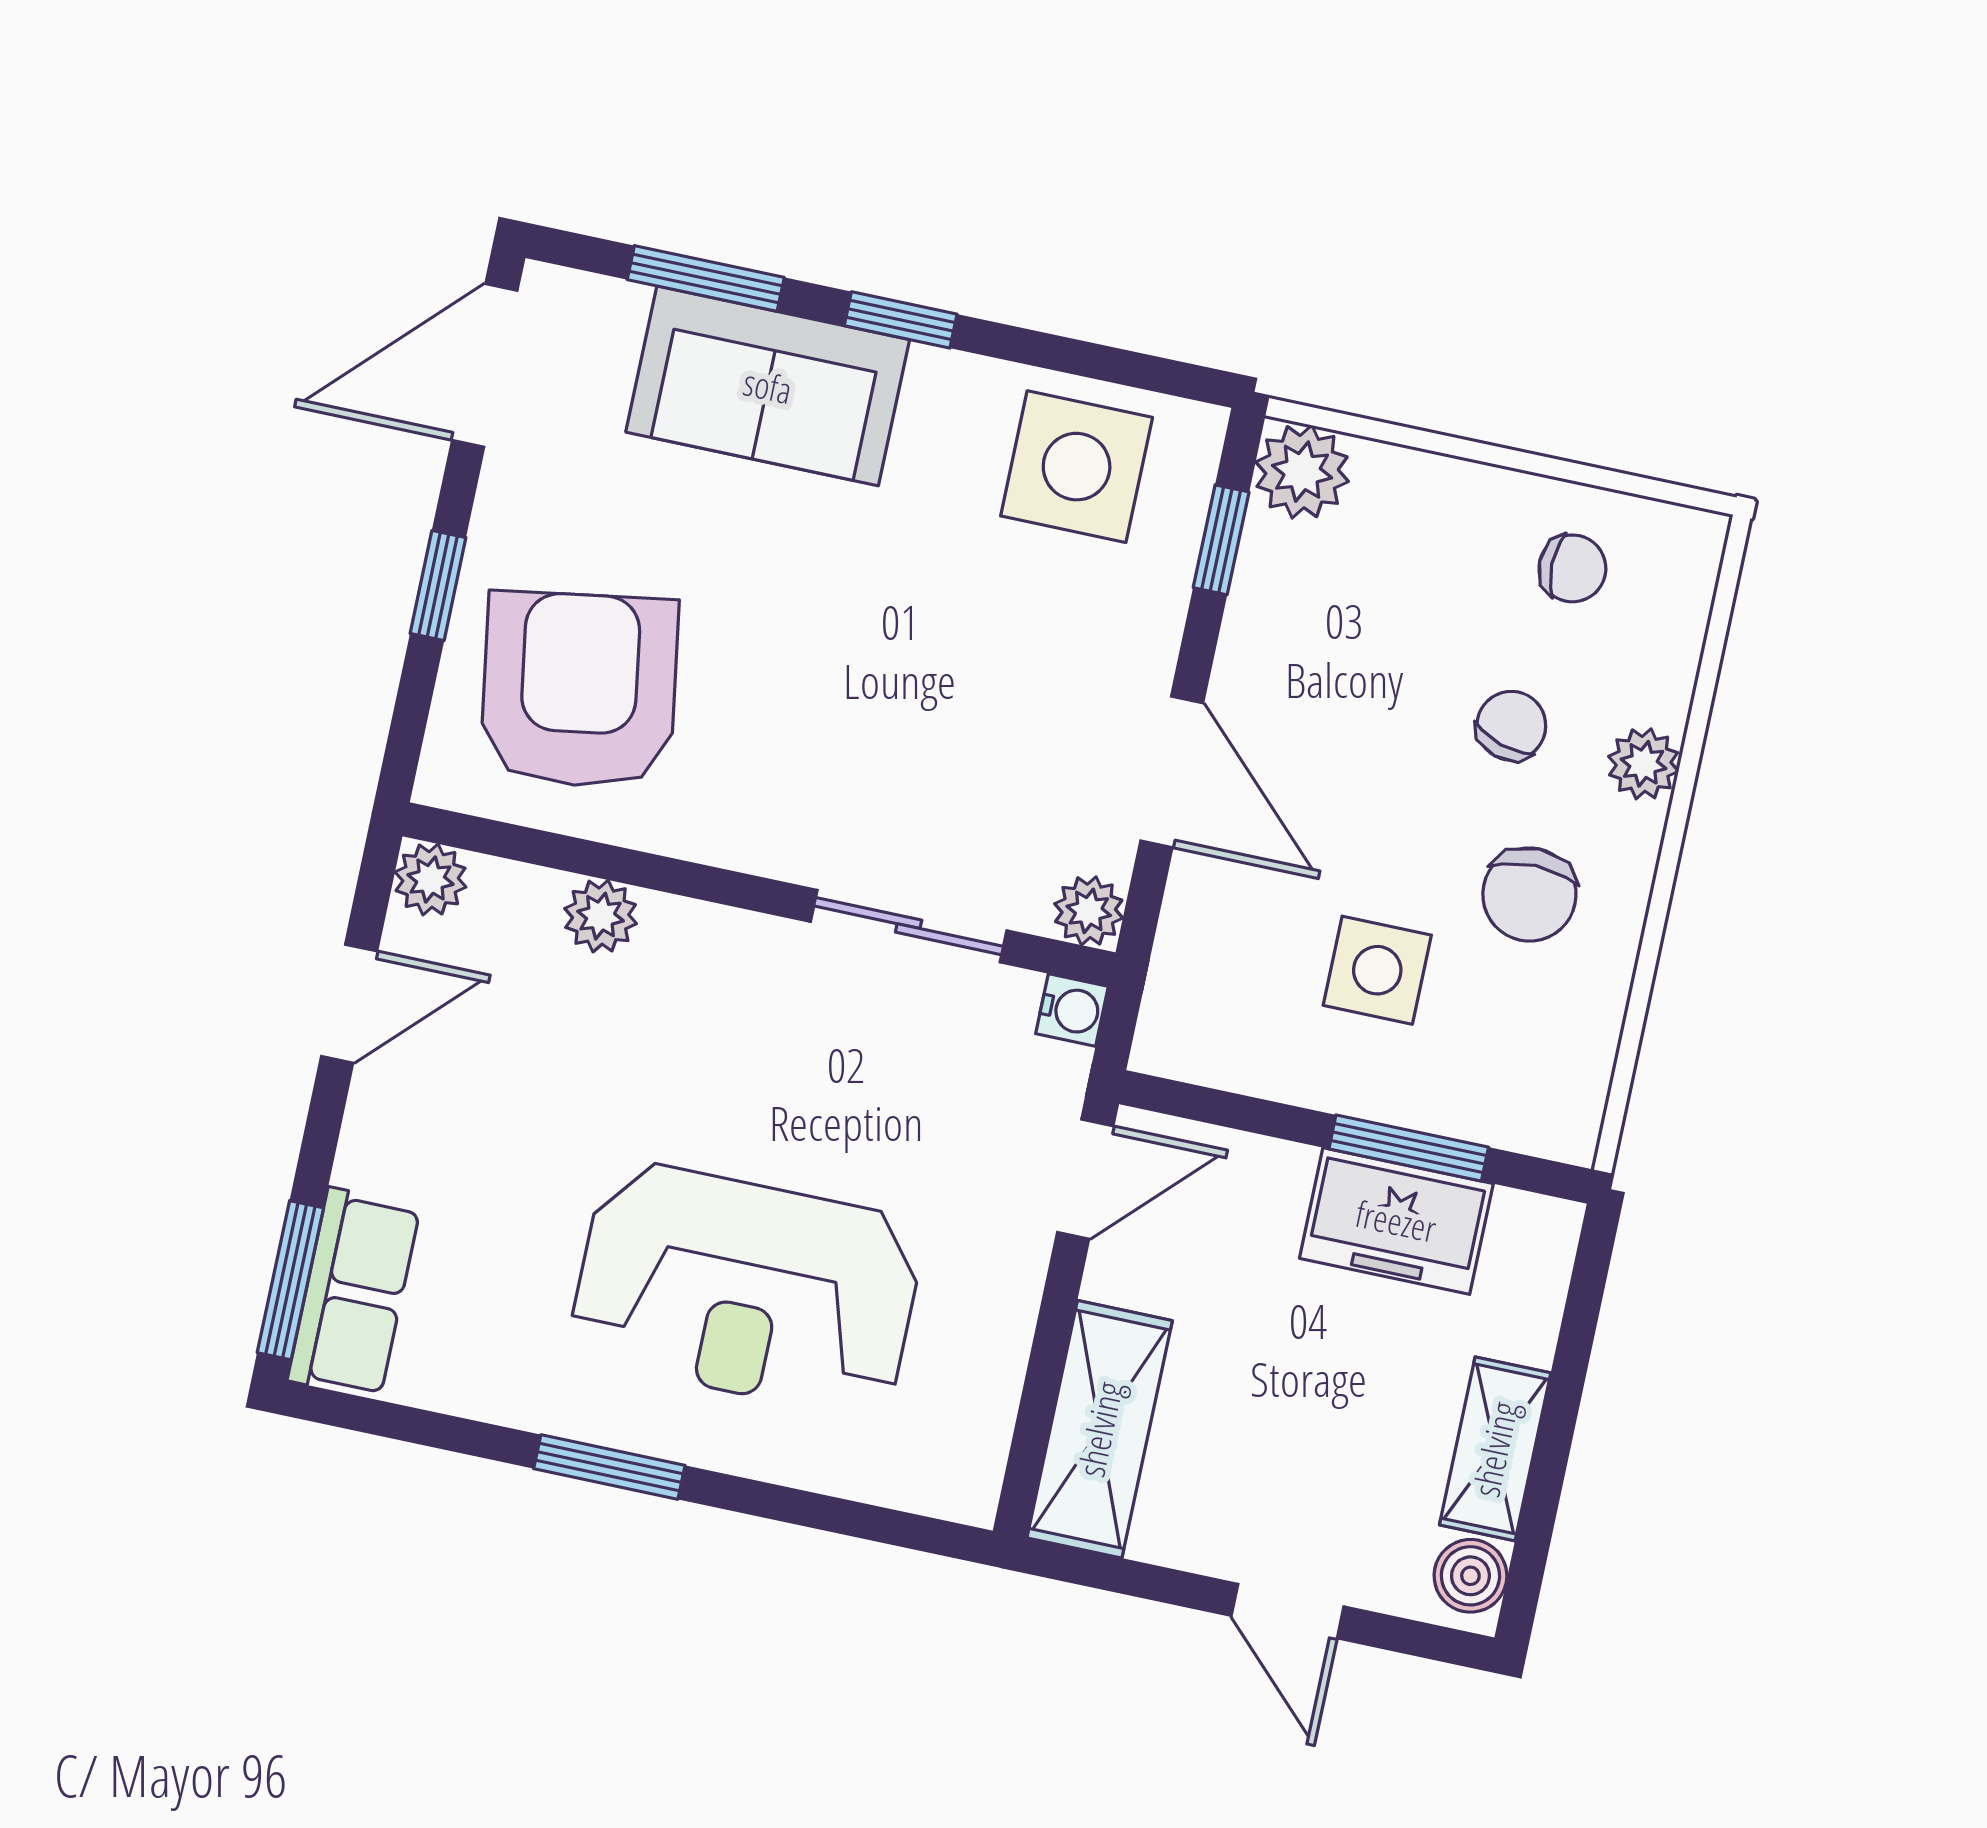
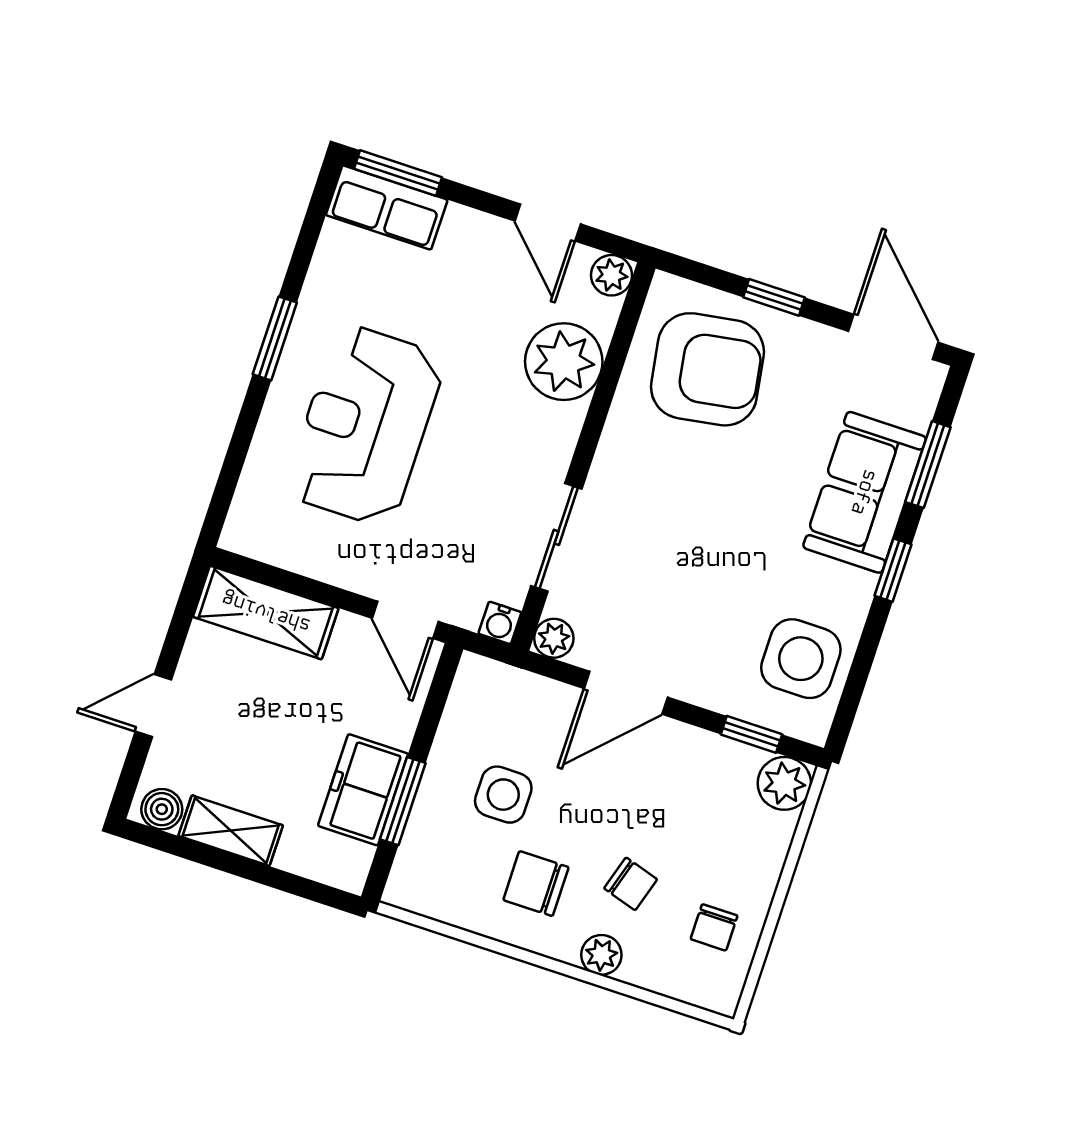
plant: (601, 916) -> (564, 362), width x1.88, depth x1.88

